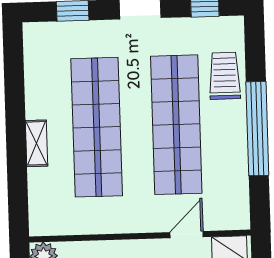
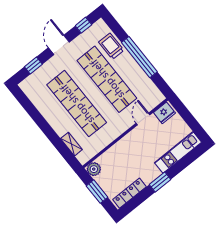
shelving: (36, 143) -> (71, 144), moved

